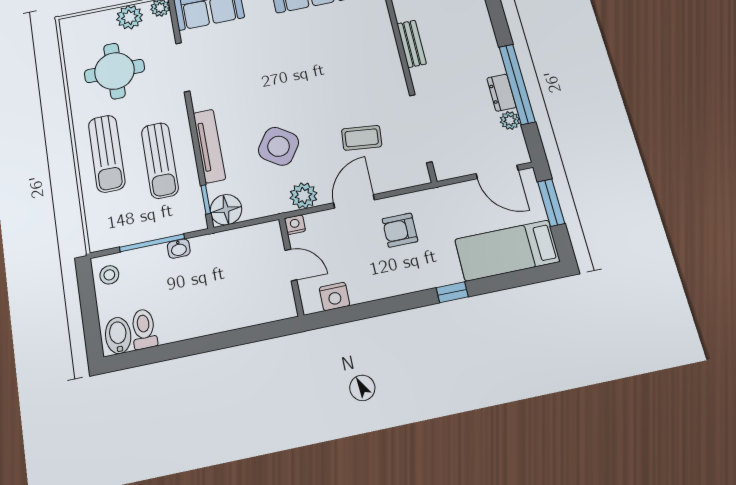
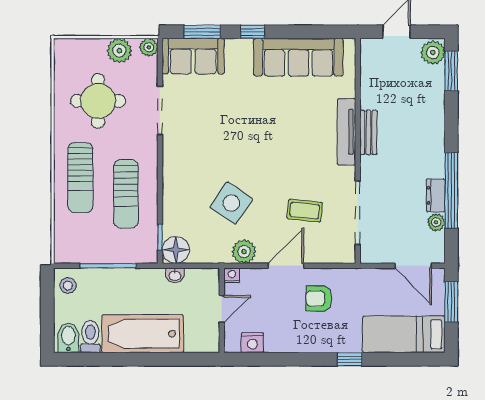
tv unit: (209, 146) -> (347, 132), moved, turned 180
washbasin: (179, 249) -> (175, 275), moved
door: (291, 265) -> (222, 309), hinge flipped
bathtub: (205, 313) -> (143, 334), added

